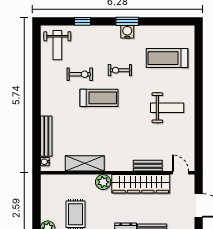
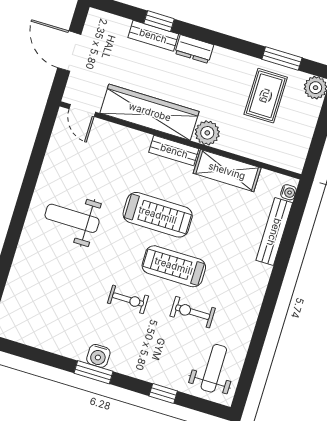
treadmill: (167, 58) -> (158, 215), moved
bench: (148, 166) -> (174, 151), moved

